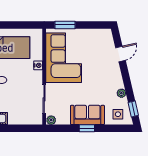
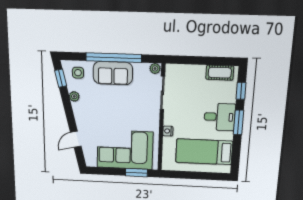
corner sofa: (64, 58) -> (125, 150), moved, turned 90
window: (87, 128) -> (114, 58), width x3.17

